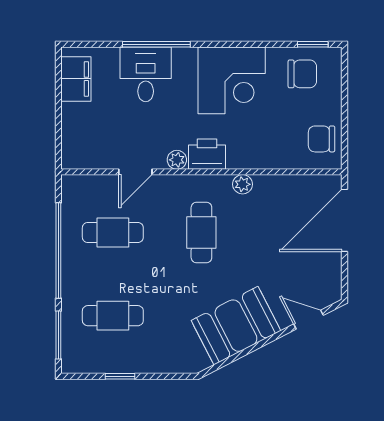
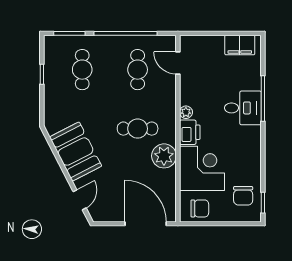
desk: (146, 74) -> (243, 108), moved
corner desk: (232, 80) -> (202, 168), moved, turned 180
chair: (322, 139) -> (200, 208), turned 90
door: (135, 172) -> (178, 63), moved
plant: (243, 184) -> (164, 156), width x1.87, depth x1.87

